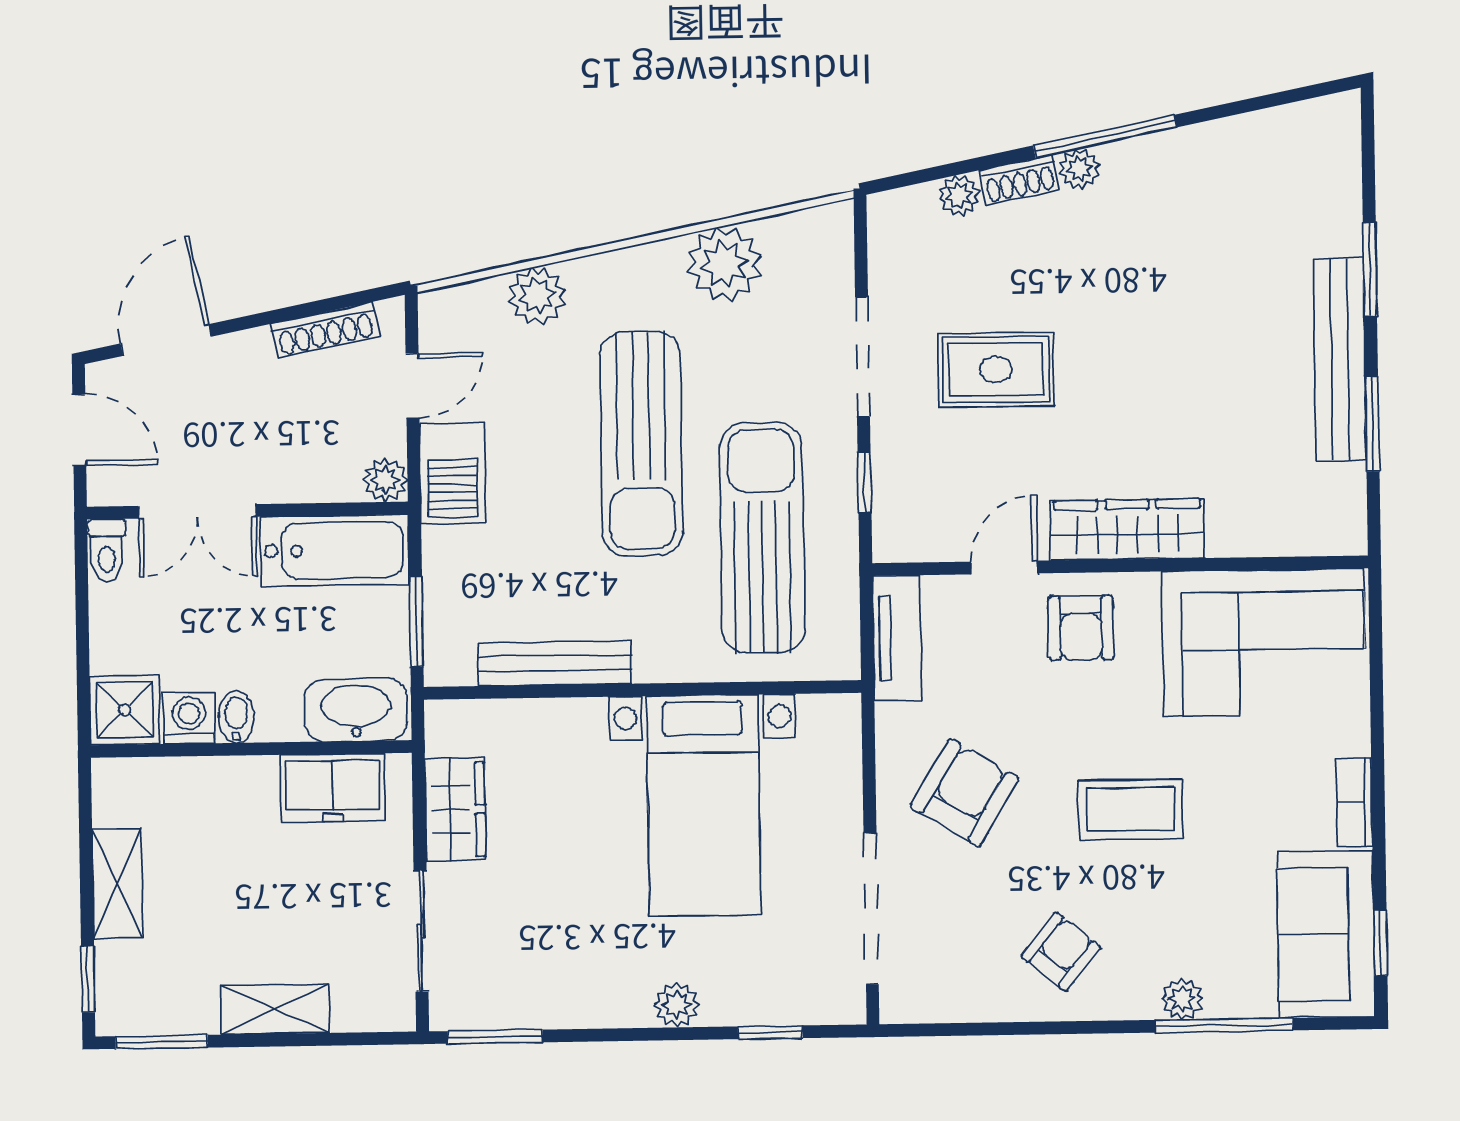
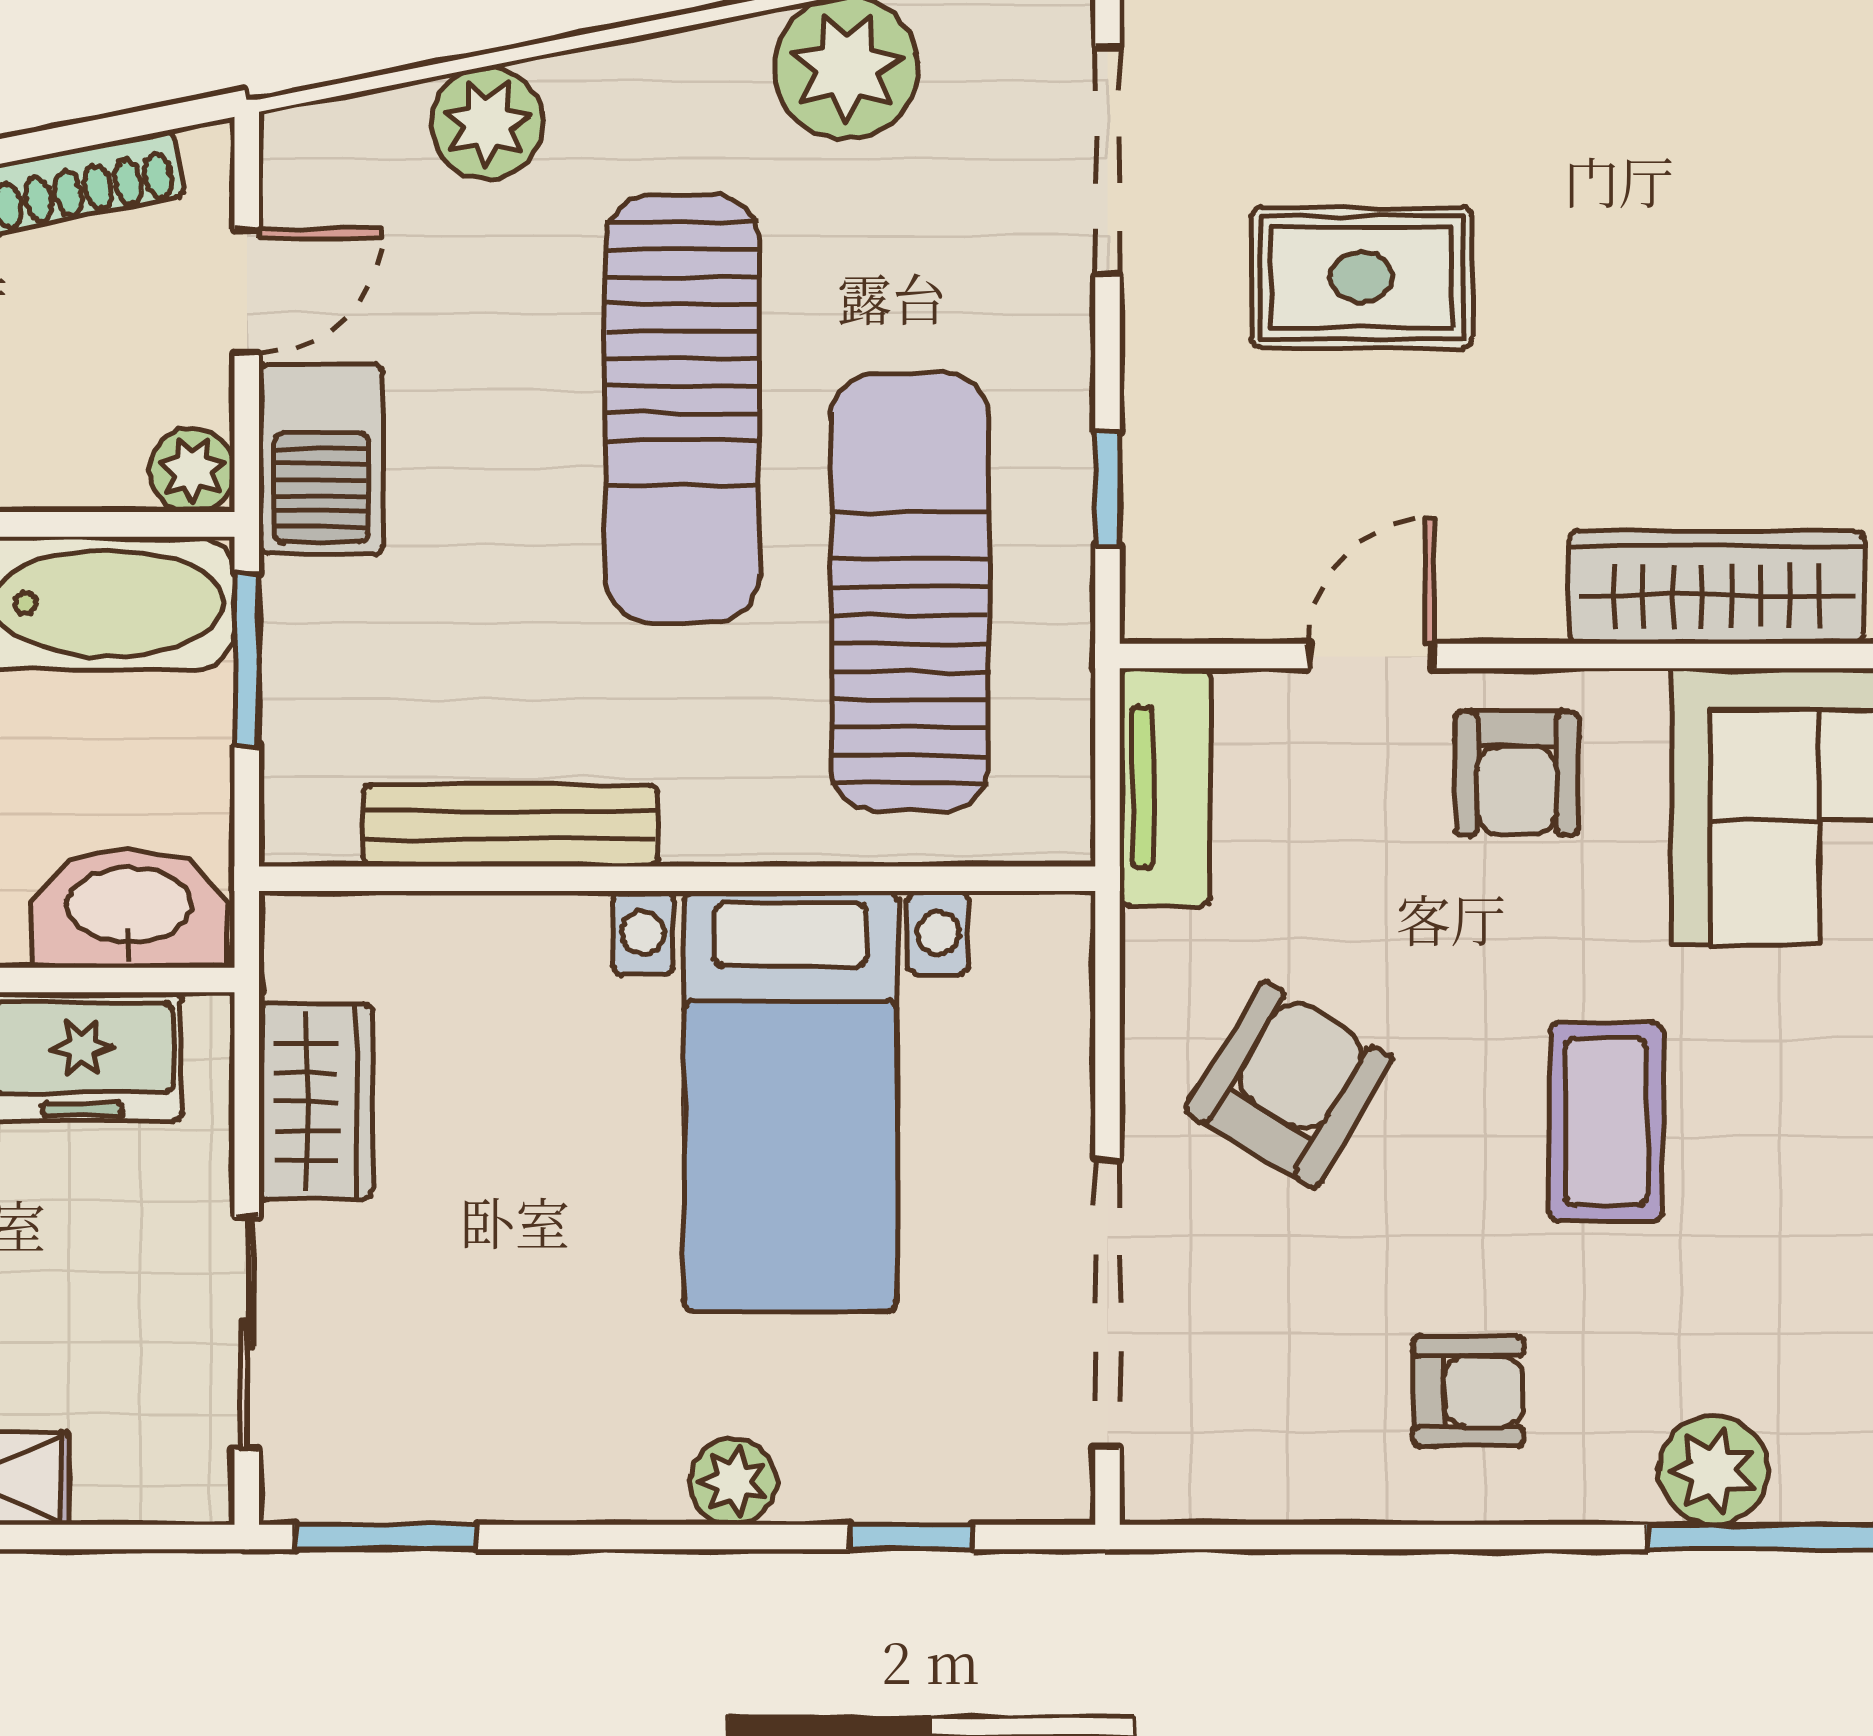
doorway: (863, 357) -> (1107, 161), moved
wardrobe: (1127, 530) -> (1717, 587), moved
window: (416, 622) -> (247, 660), moved
coffee table: (1131, 809) -> (1606, 1122), turned 90
armchair: (1061, 952) -> (1468, 1391), turned 51
plant: (1182, 999) -> (1714, 1470), width x1.38, depth x1.38

